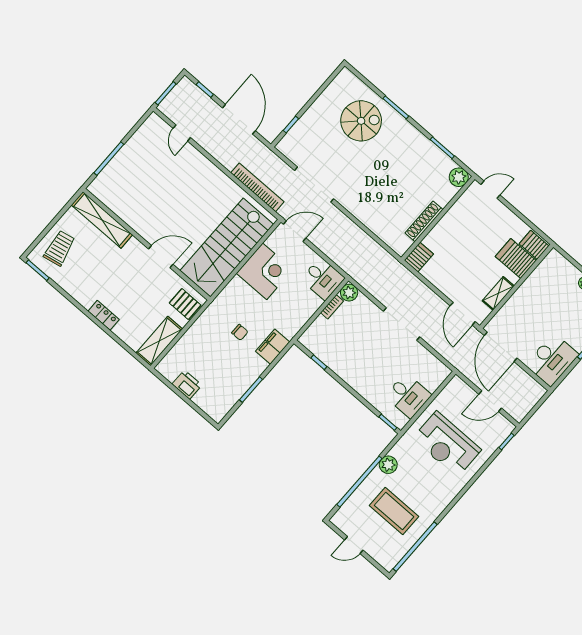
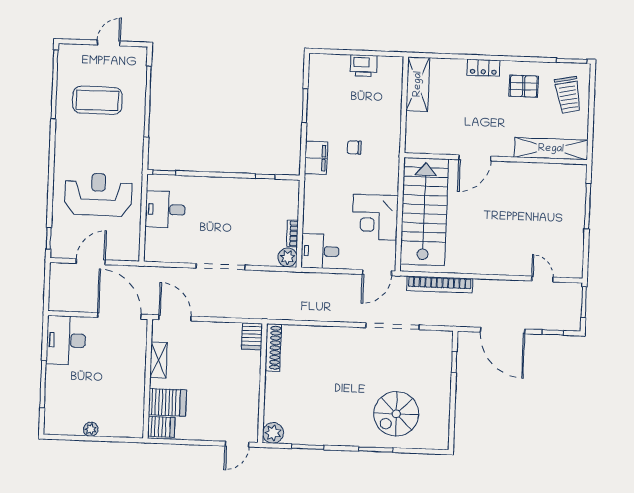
shoe rack: (424, 221) -> (273, 348), moved
pallet: (185, 304) -> (524, 86), moved
plant: (388, 465) -> (134, 136), removed

